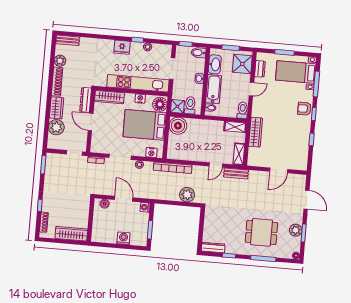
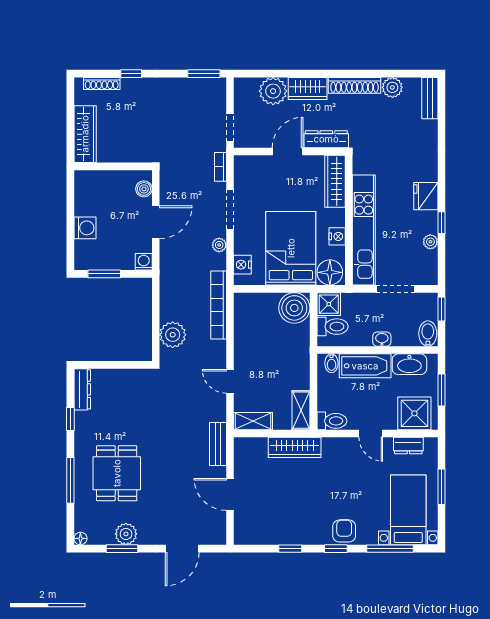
bench: (236, 173) -> (218, 444), moved

